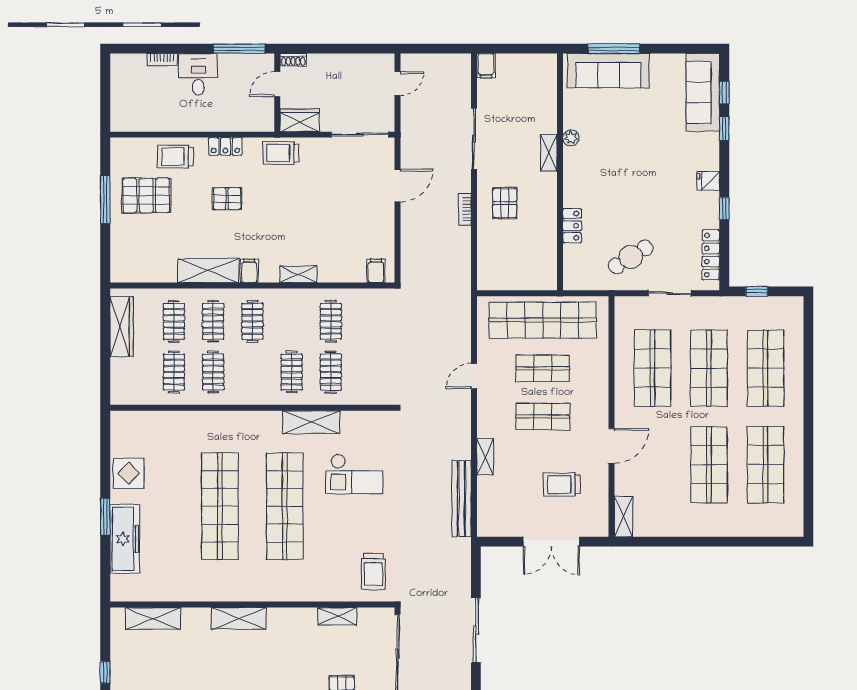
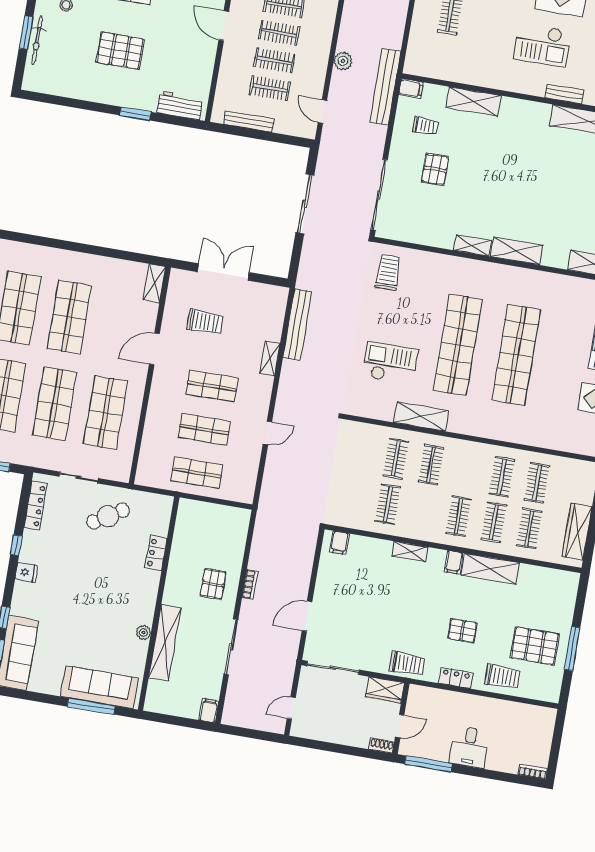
bookcase: (162, 60) -> (533, 772), moved
shelving: (549, 153) -> (165, 643), width x2.20, depth x1.33
shop shelf: (543, 320) -> (197, 473), width x0.50, depth x0.74
shelving: (337, 616) -> (473, 245), moved

